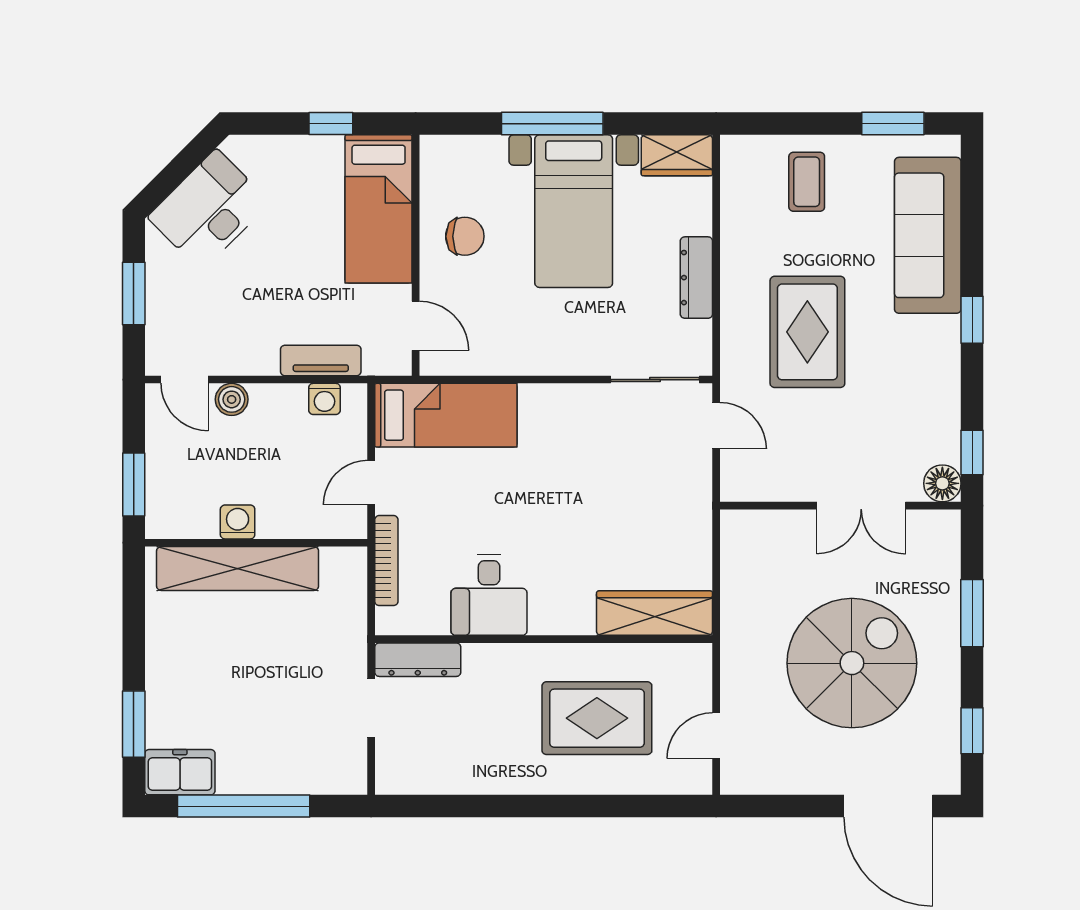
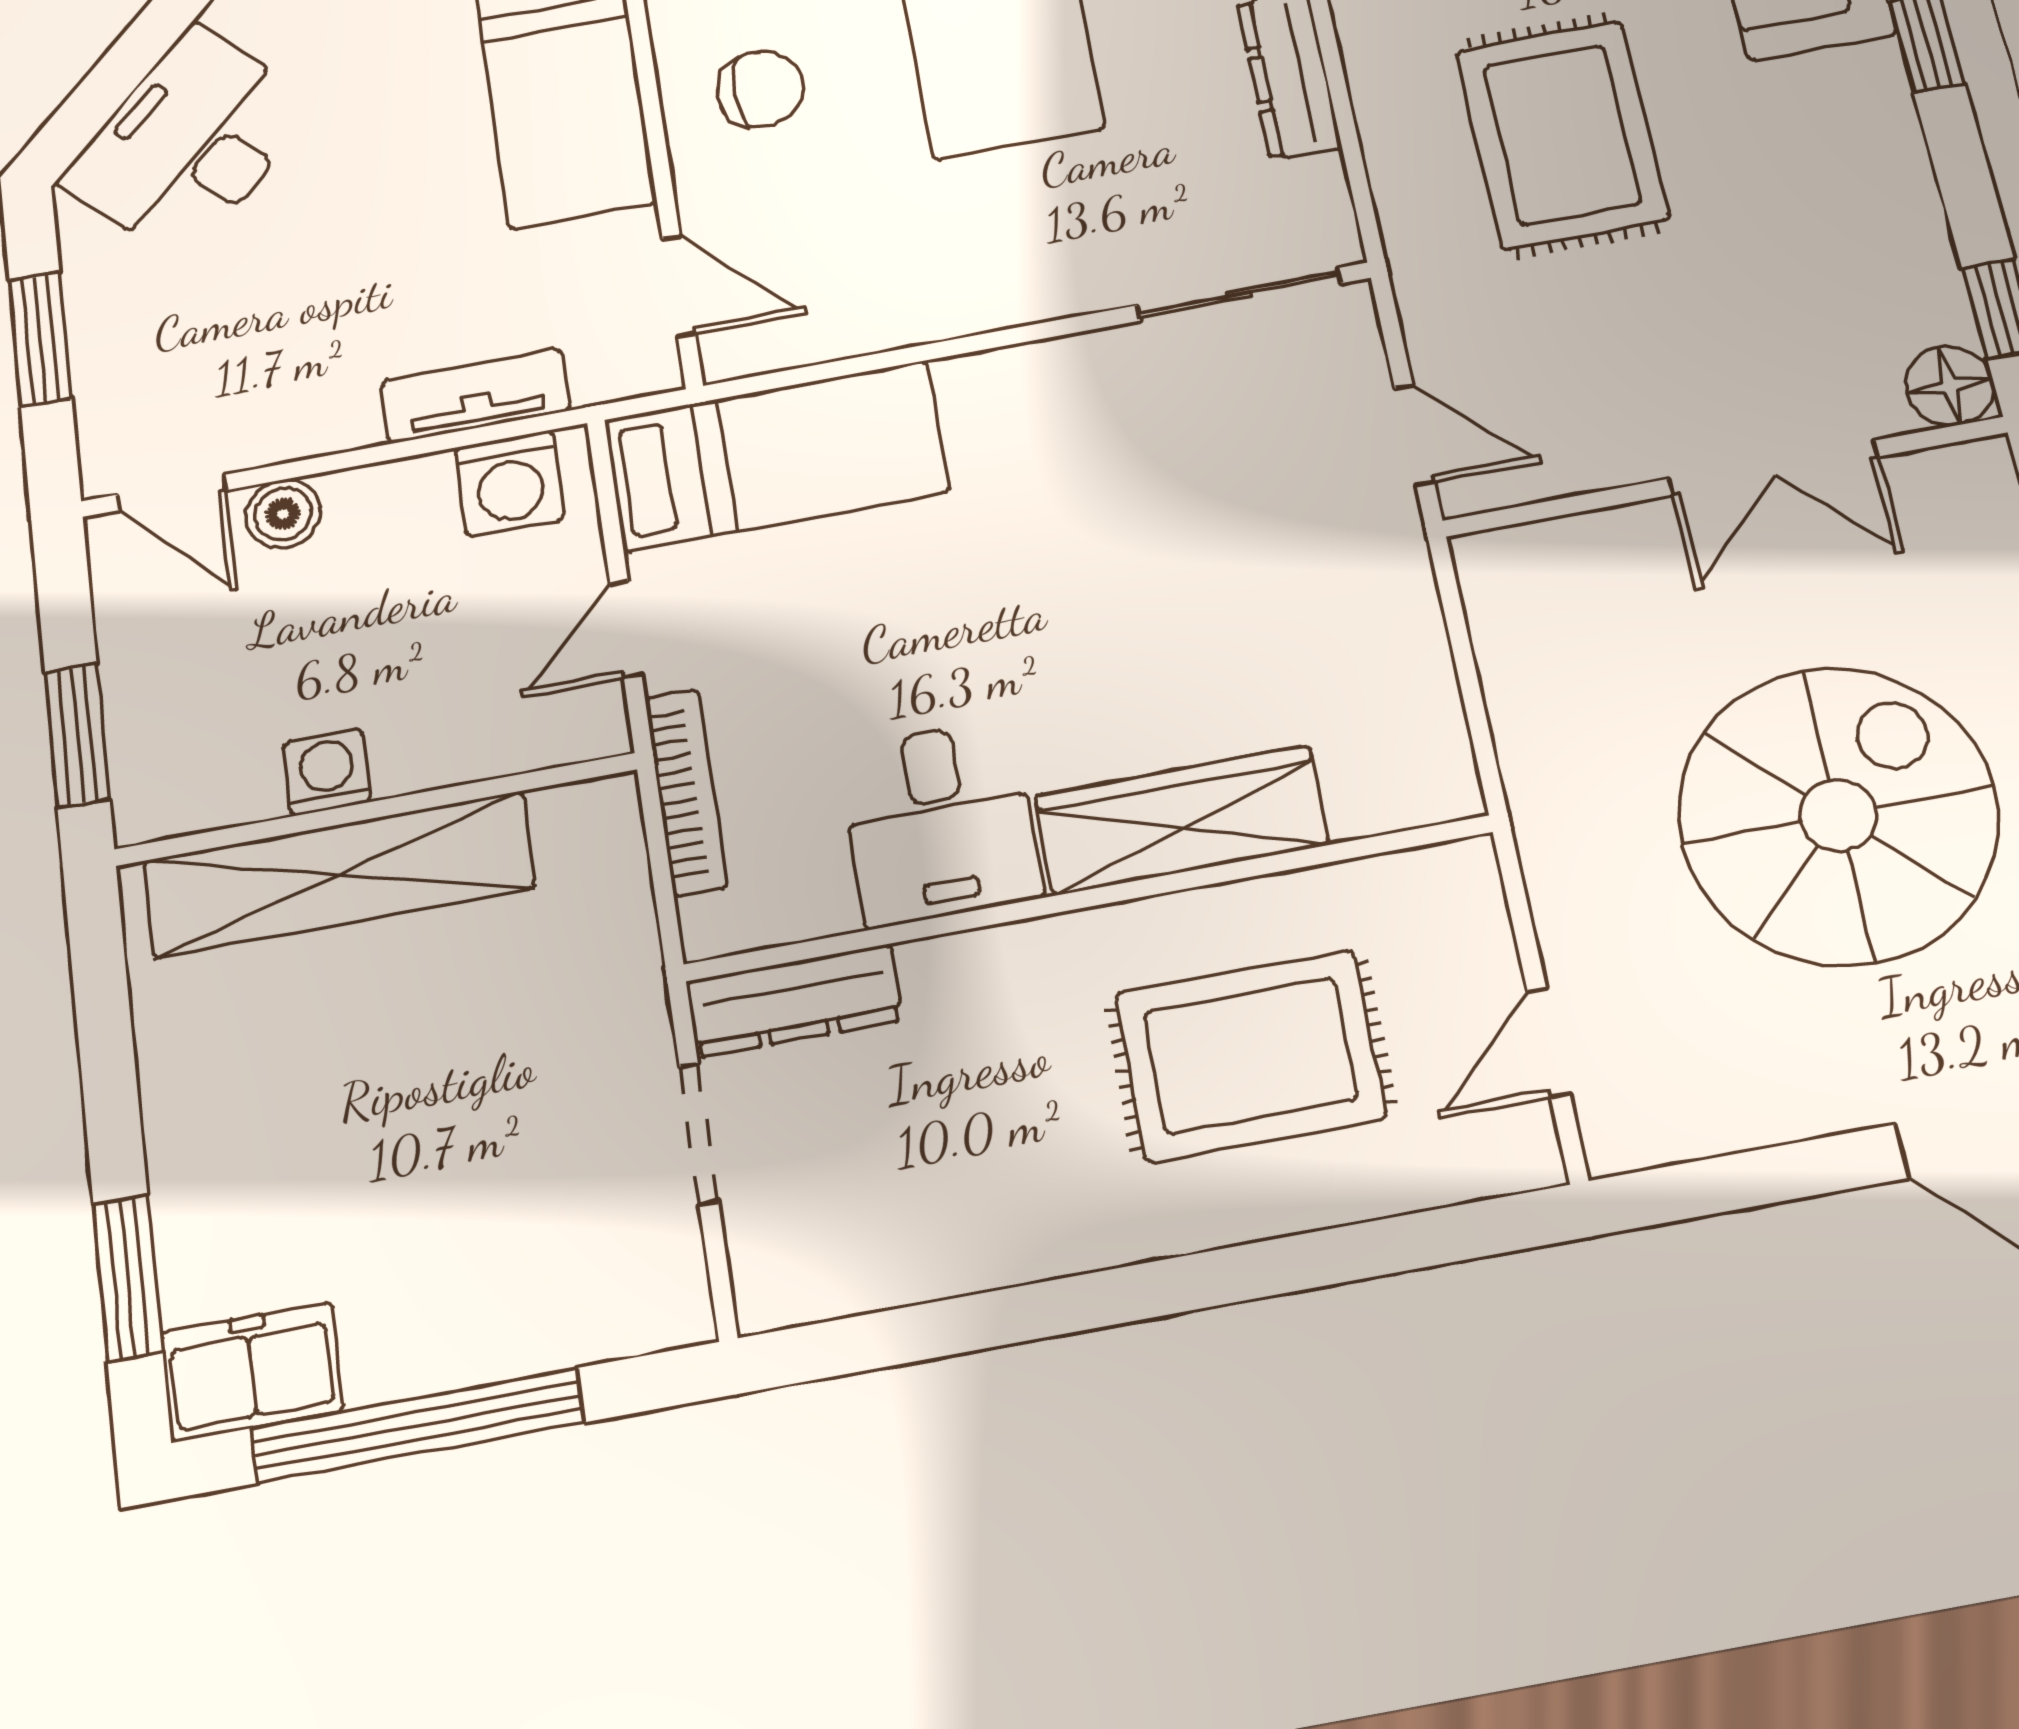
washing machine: (325, 399) -> (510, 483), width x1.38, depth x1.38
door: (716, 426) -> (1414, 435), moved
wardrobe: (655, 613) -> (1181, 820), moved

